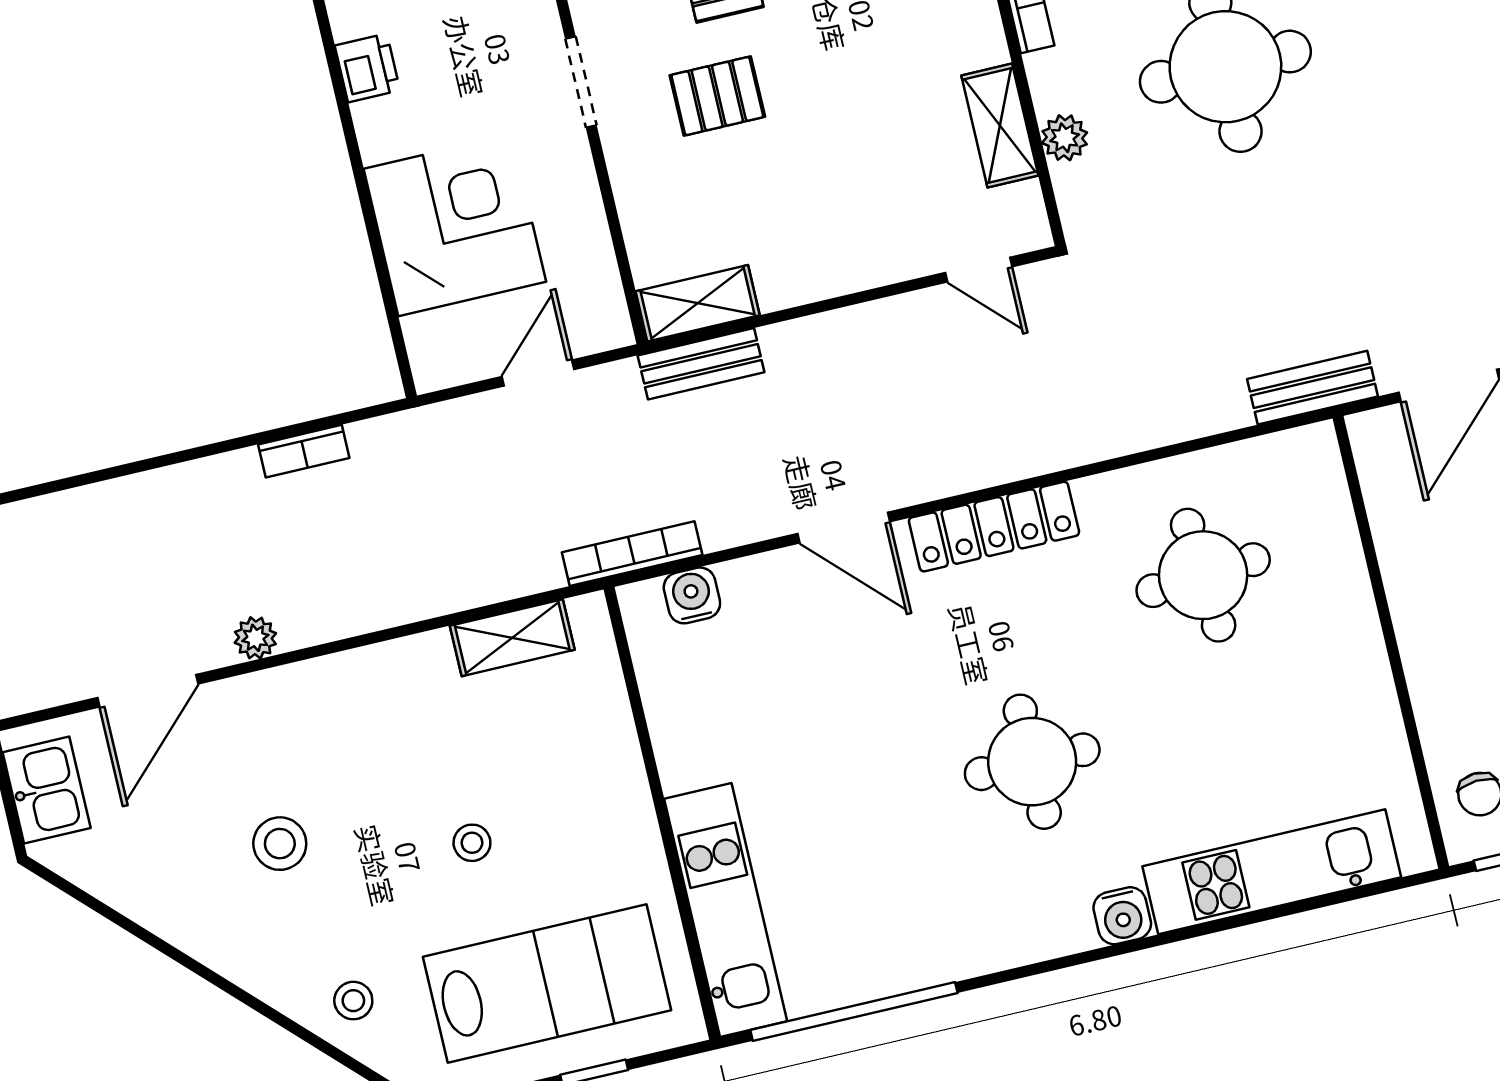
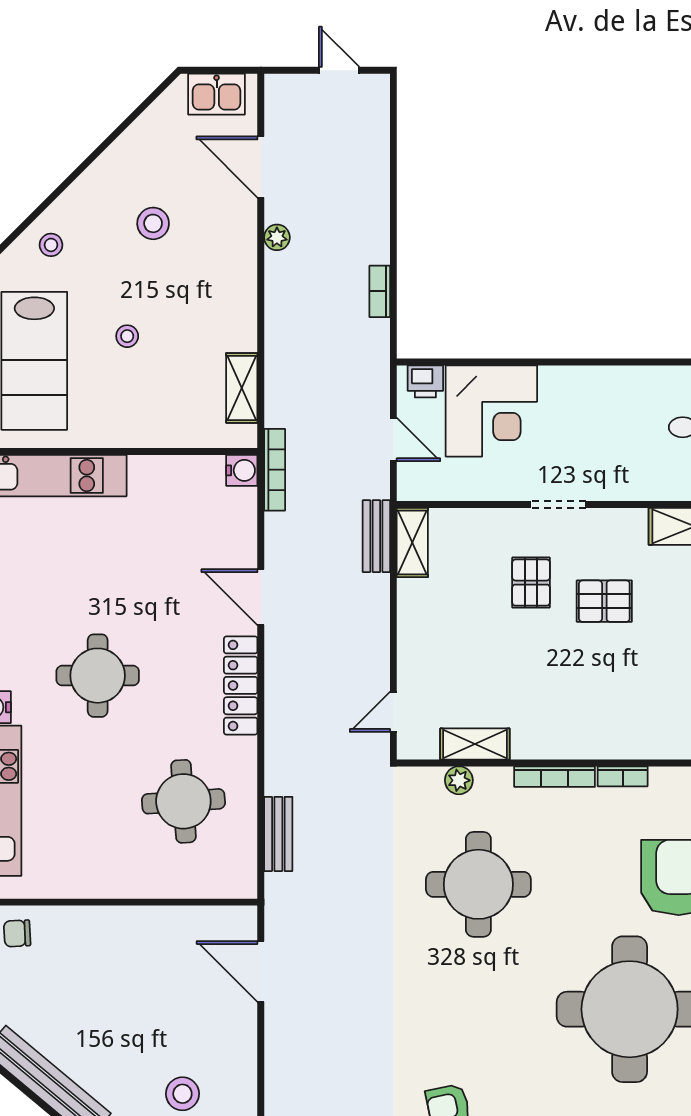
printer: (367, 68) -> (425, 381), moved
bench: (1312, 388) -> (278, 834), moved
door: (844, 528) -> (261, 597), hinge flipped
water cooler: (692, 595) -> (242, 470), moved

